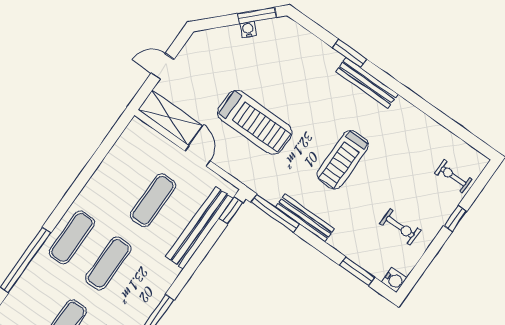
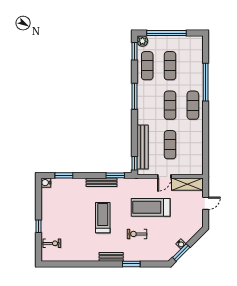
bench: (367, 83) -> (111, 257), width x0.73
door: (198, 156) -> (164, 176), hinge flipped
window: (275, 213) -> (115, 175), width x0.69
exercise bike: (400, 227) -> (137, 234), moved

